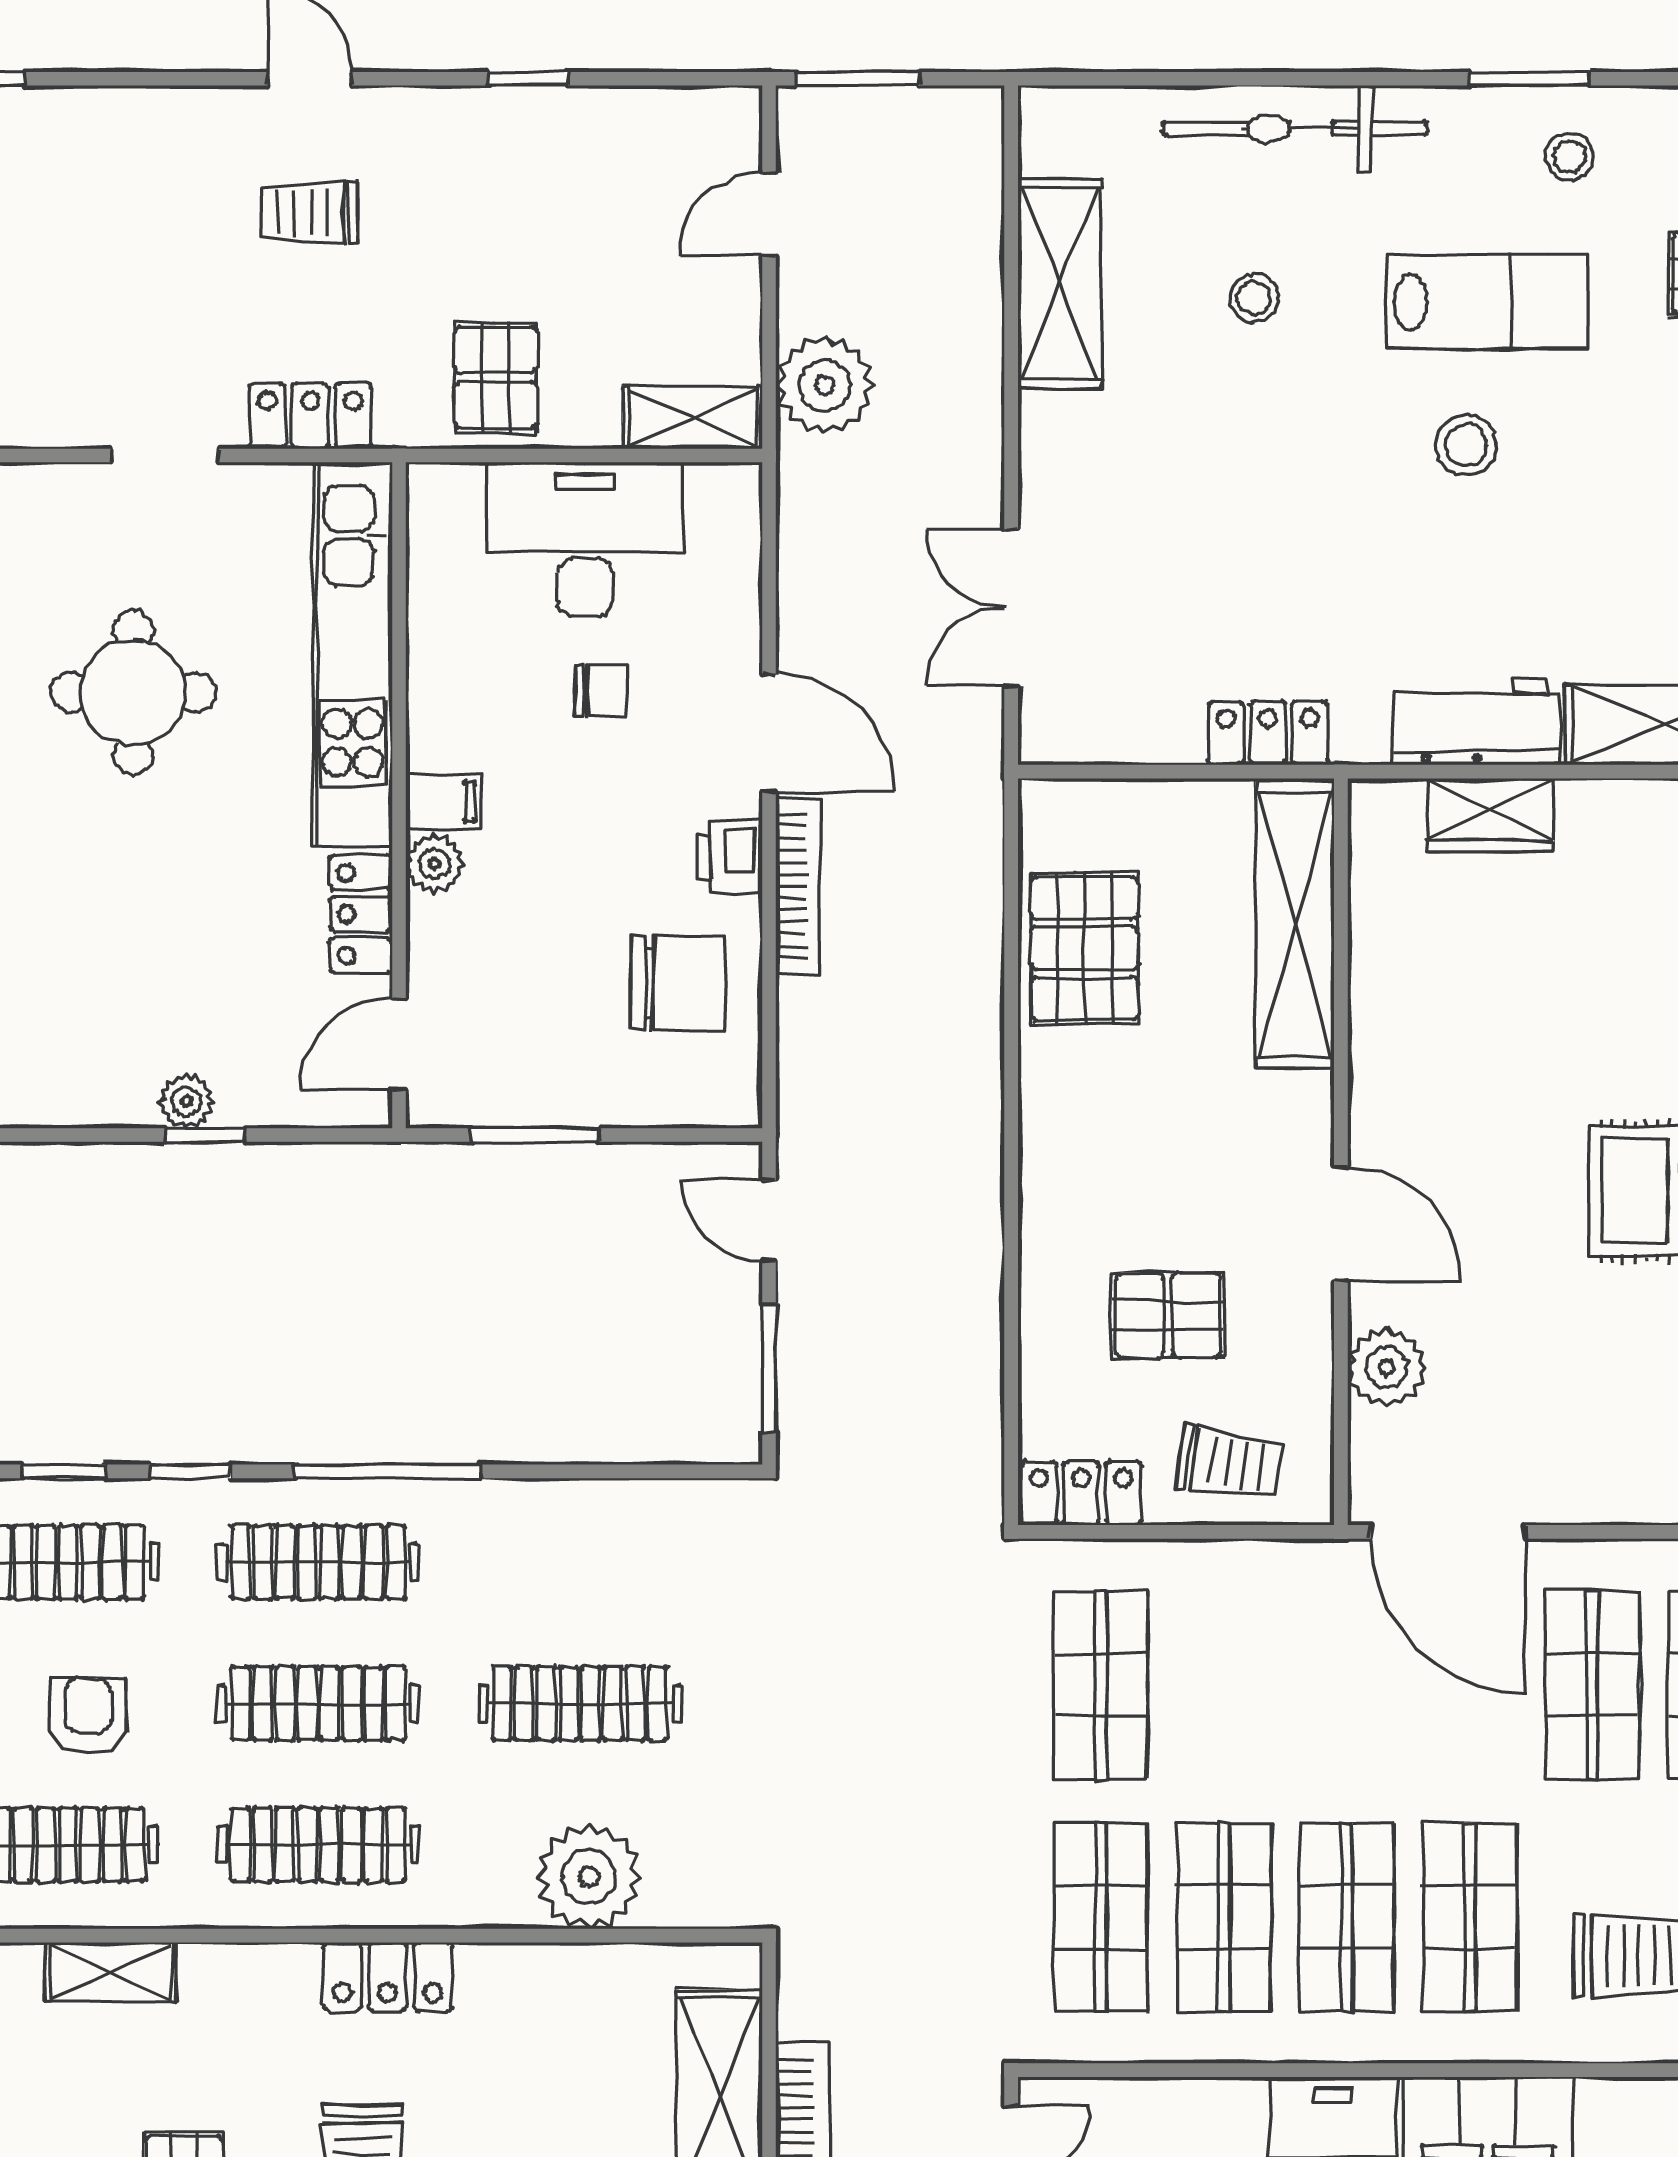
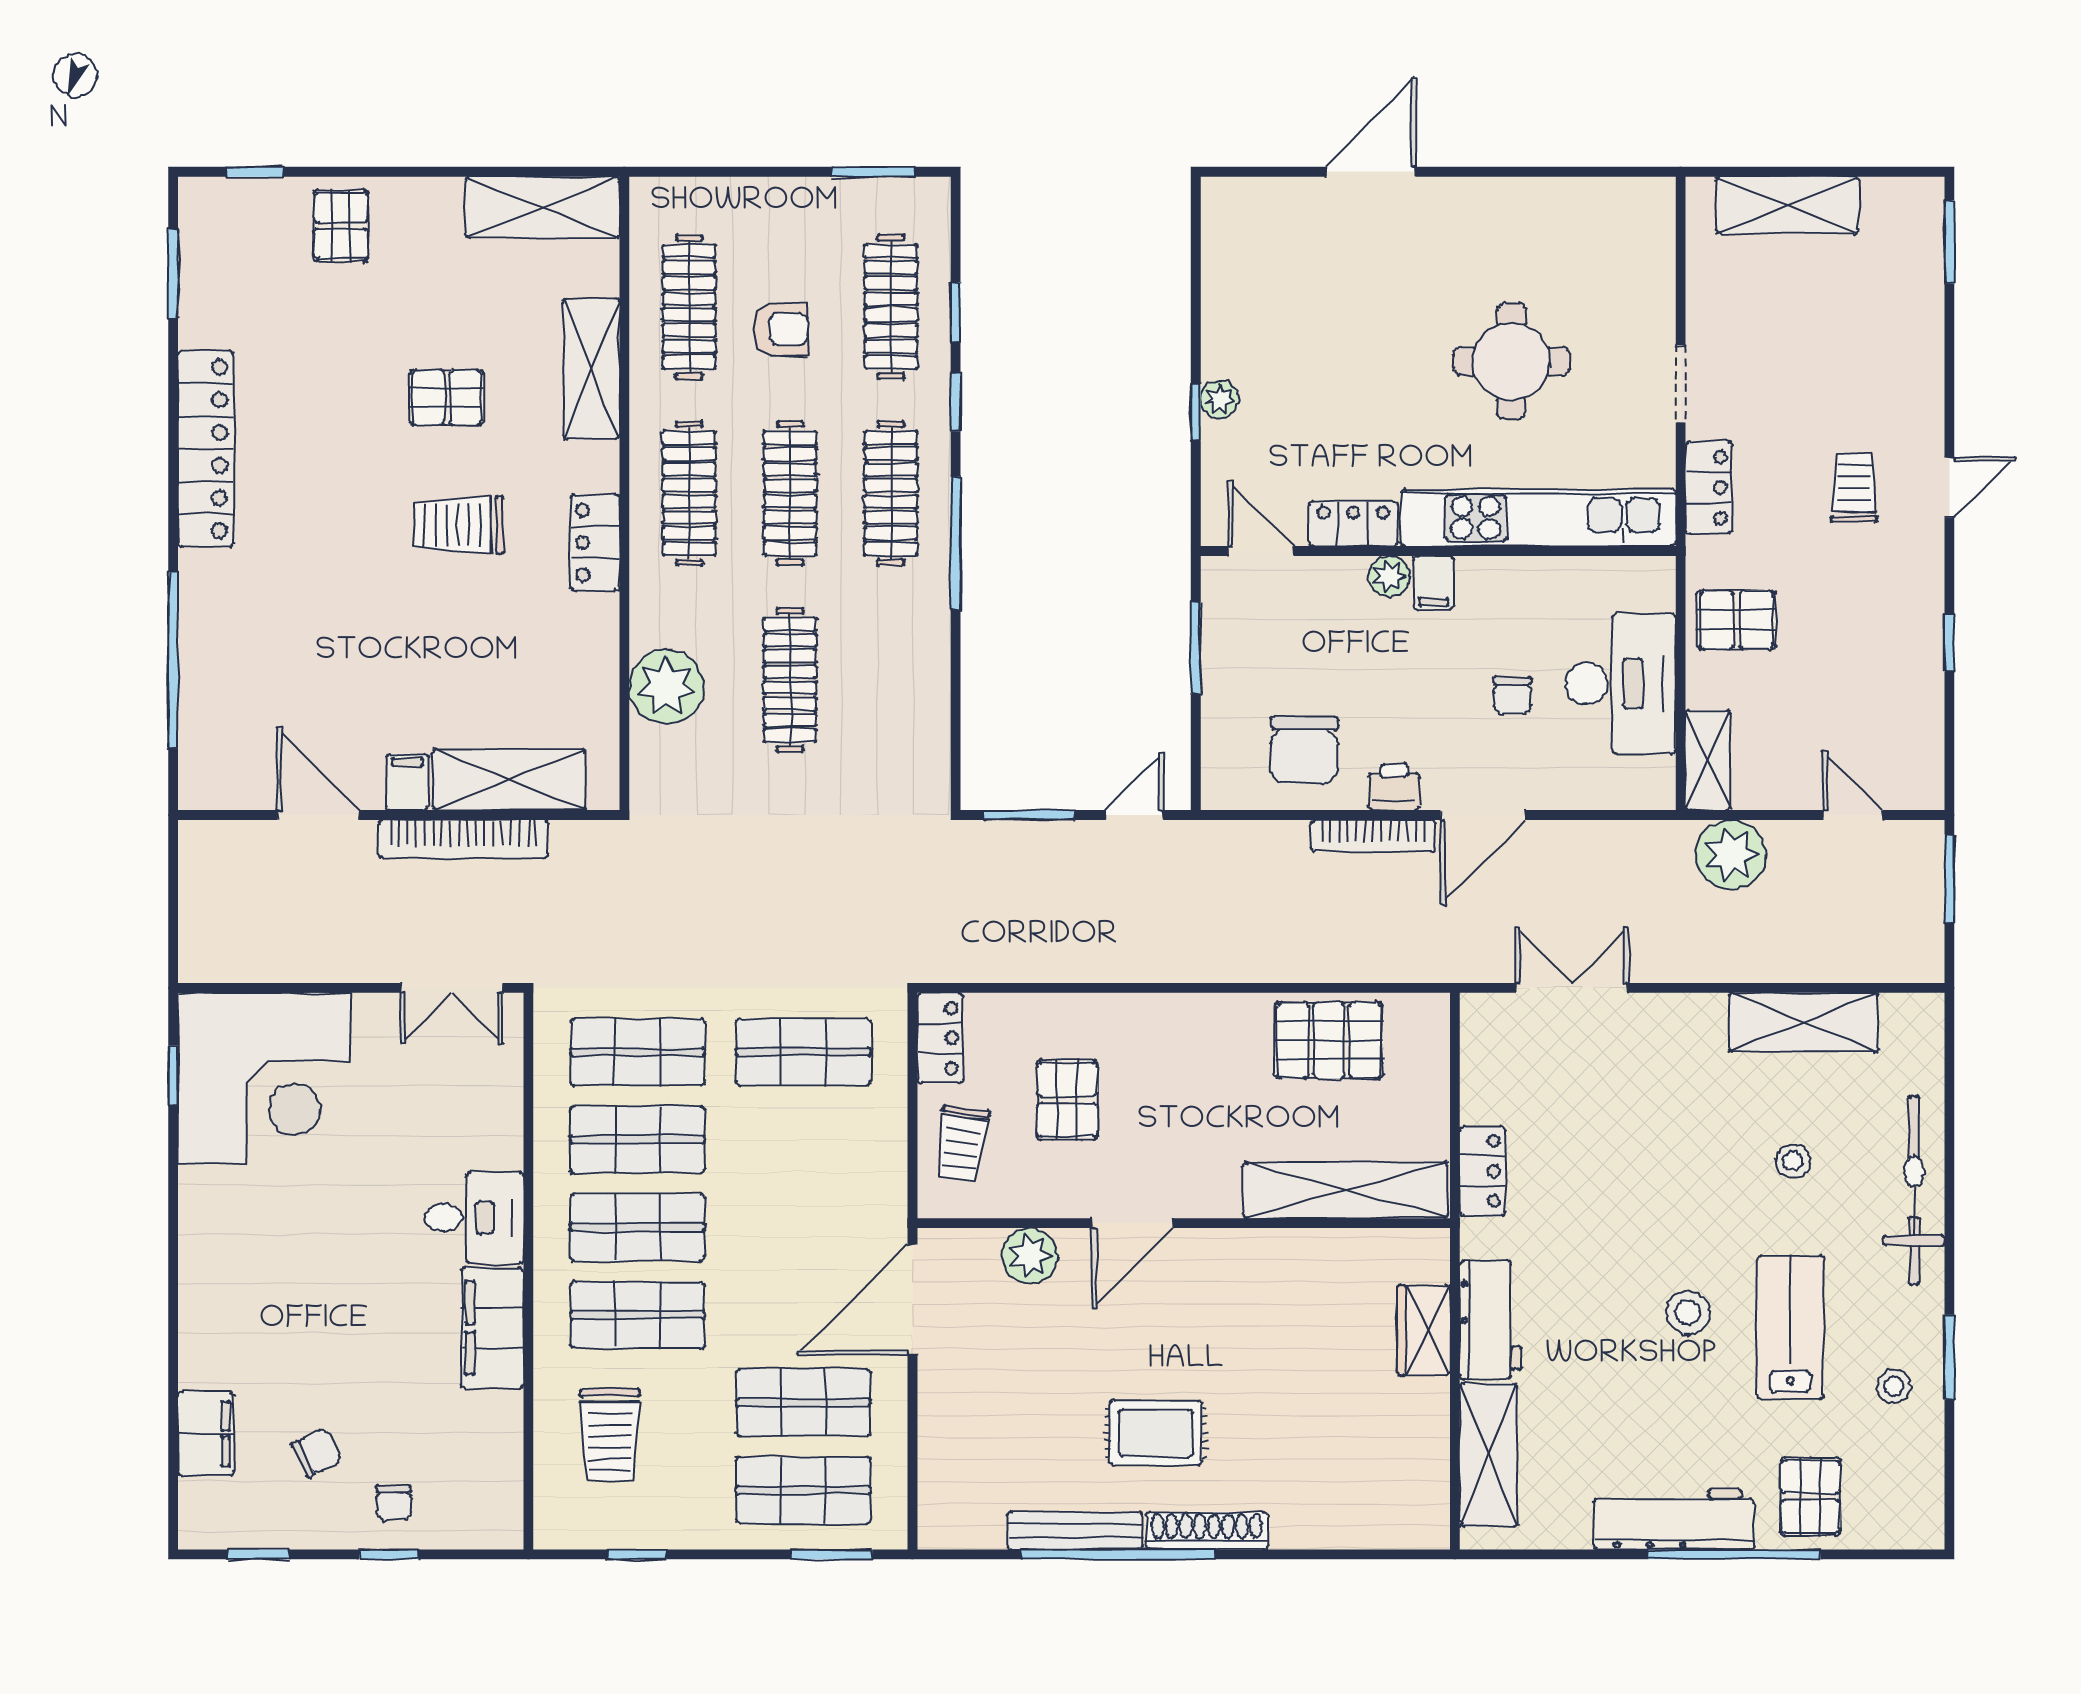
lab bench: (1487, 302) -> (1790, 1327), turned 180
shelving: (111, 1972) -> (592, 369), width x1.50, depth x1.33

